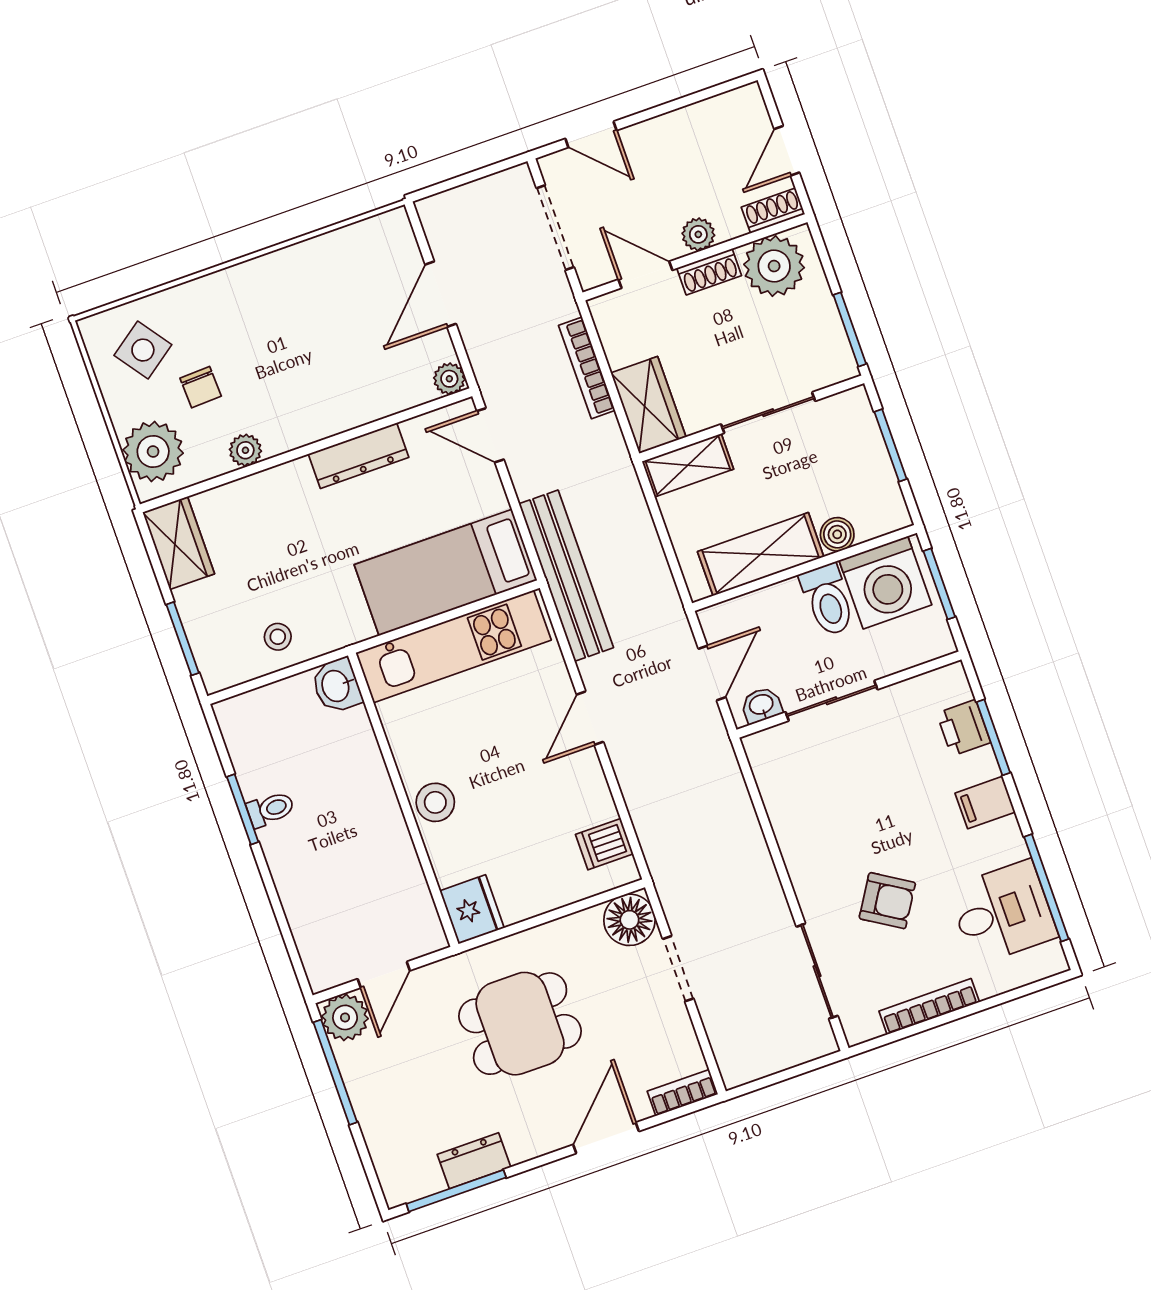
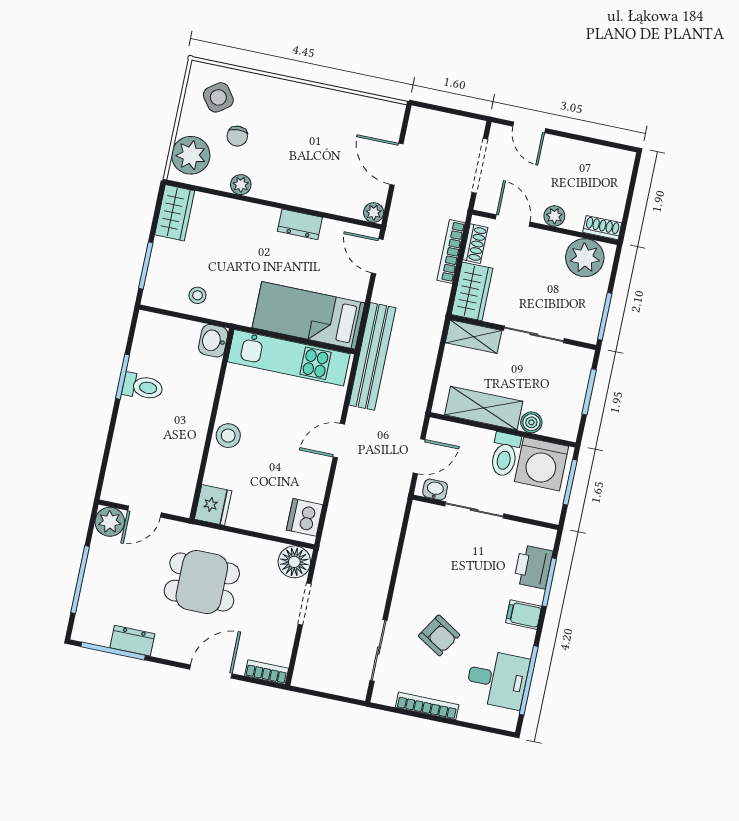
door: (787, 151) -> (629, 200), removed
shoe rack: (709, 272) -> (475, 244), moved, turned -90
door: (441, 294) -> (396, 164), hinge flipped
dresser: (359, 456) -> (300, 224), width x0.70
printer: (964, 728) -> (533, 567), width x1.36, depth x1.24
toilet: (271, 809) -> (143, 387), width x1.37, depth x1.39
dishwasher: (604, 844) -> (305, 517), width x1.38
window: (335, 1072) -> (80, 580), moved

